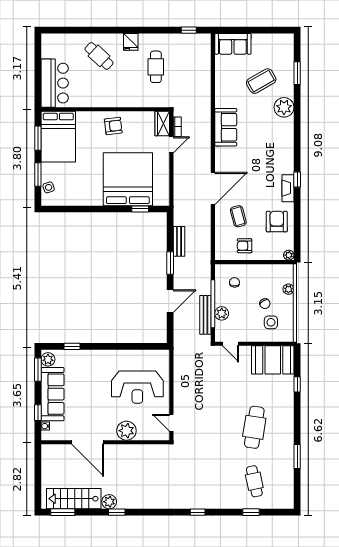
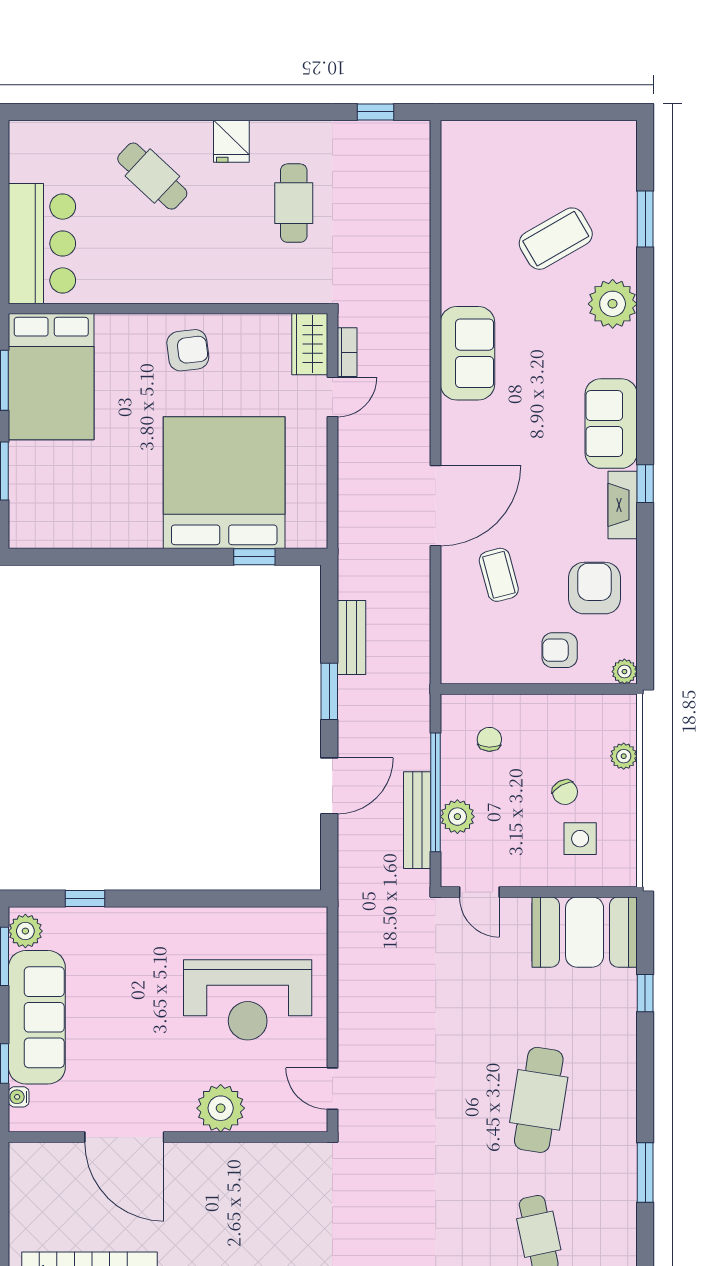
sofa: (233, 44) -> (611, 424), moved, turned 90
side table: (49, 187) -> (27, 503), removed
armchair: (245, 246) -> (560, 650), moved

